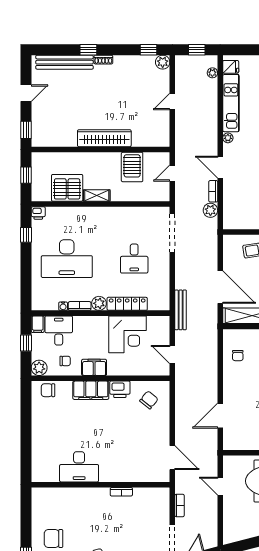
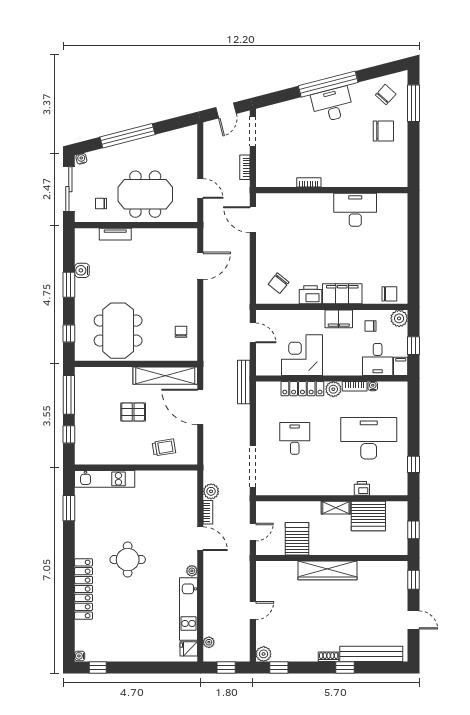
door: (26, 93) -> (413, 620), swing flipped
printer: (38, 213) -> (362, 488), moved

